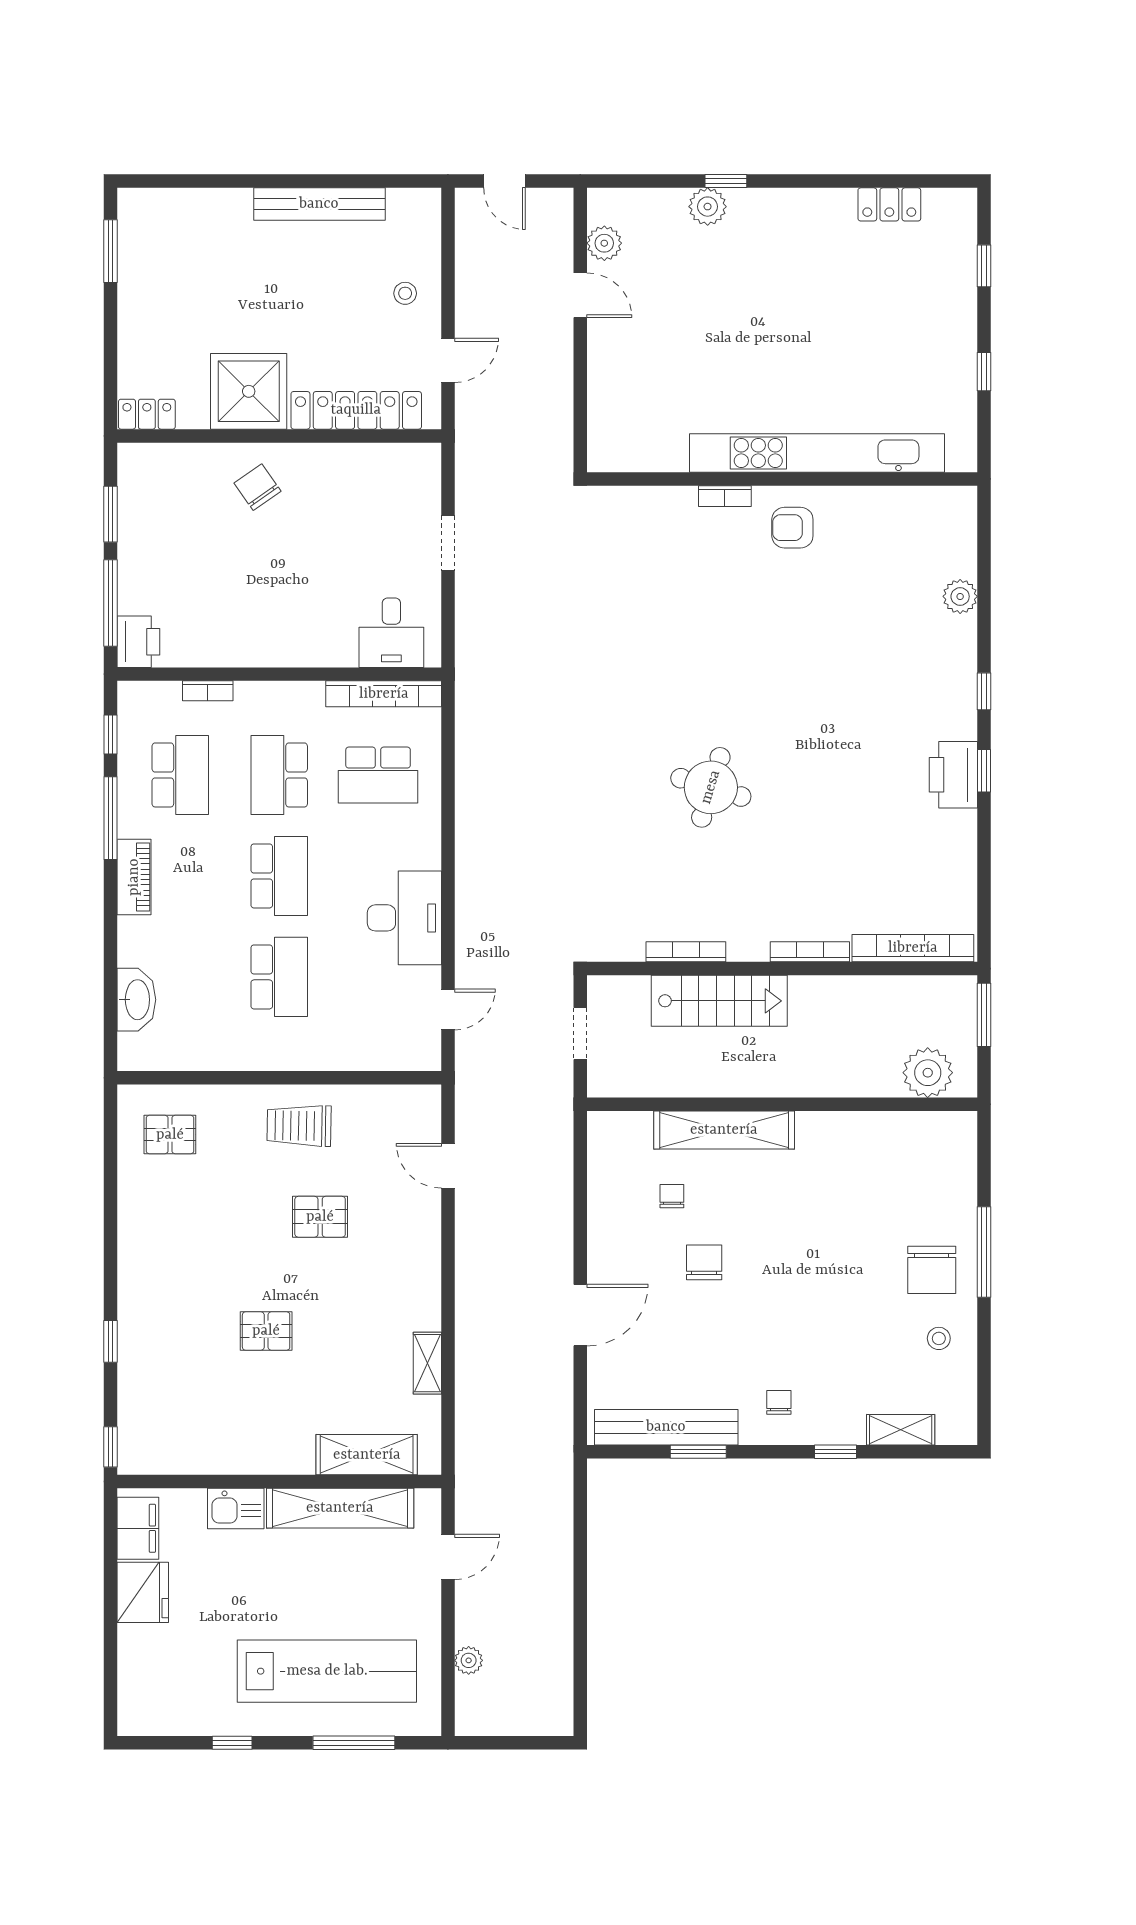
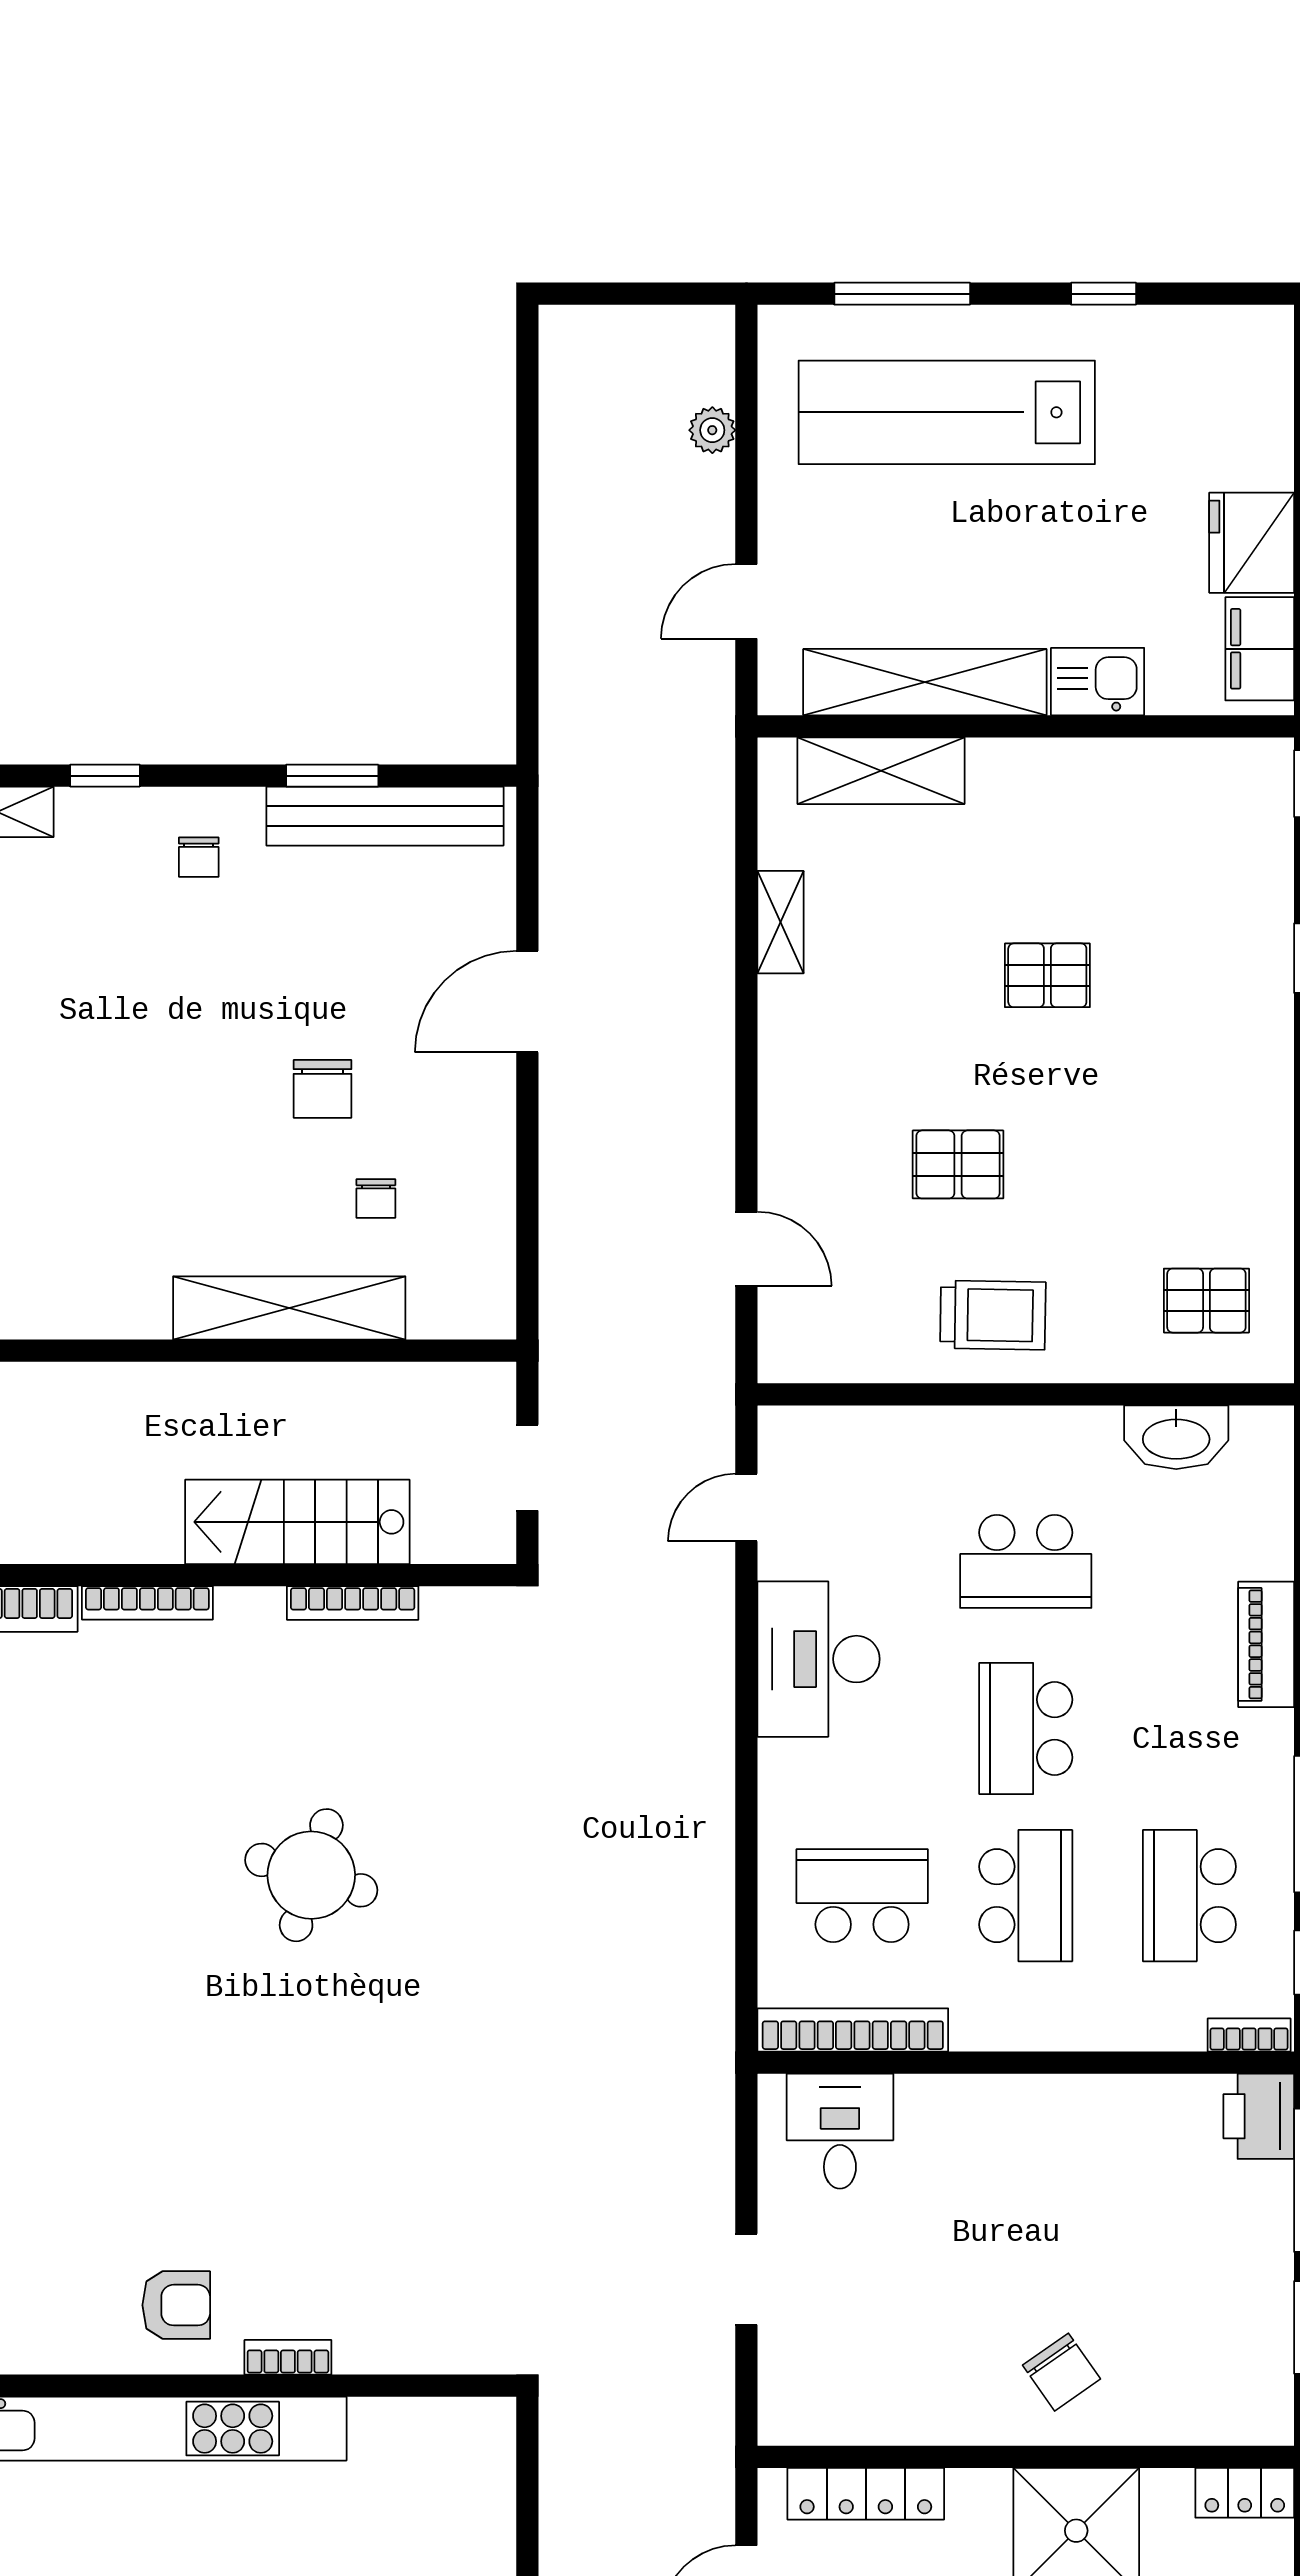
locker: (356, 410) -> (866, 2494), width x0.71, depth x0.83
bookcase: (208, 691) -> (1249, 2035), moved
piano: (134, 877) -> (1266, 1644), moved
school desk: (279, 977) -> (1026, 1561), turned -90
washbasin: (136, 1000) -> (1176, 1437), moved, turned -90

